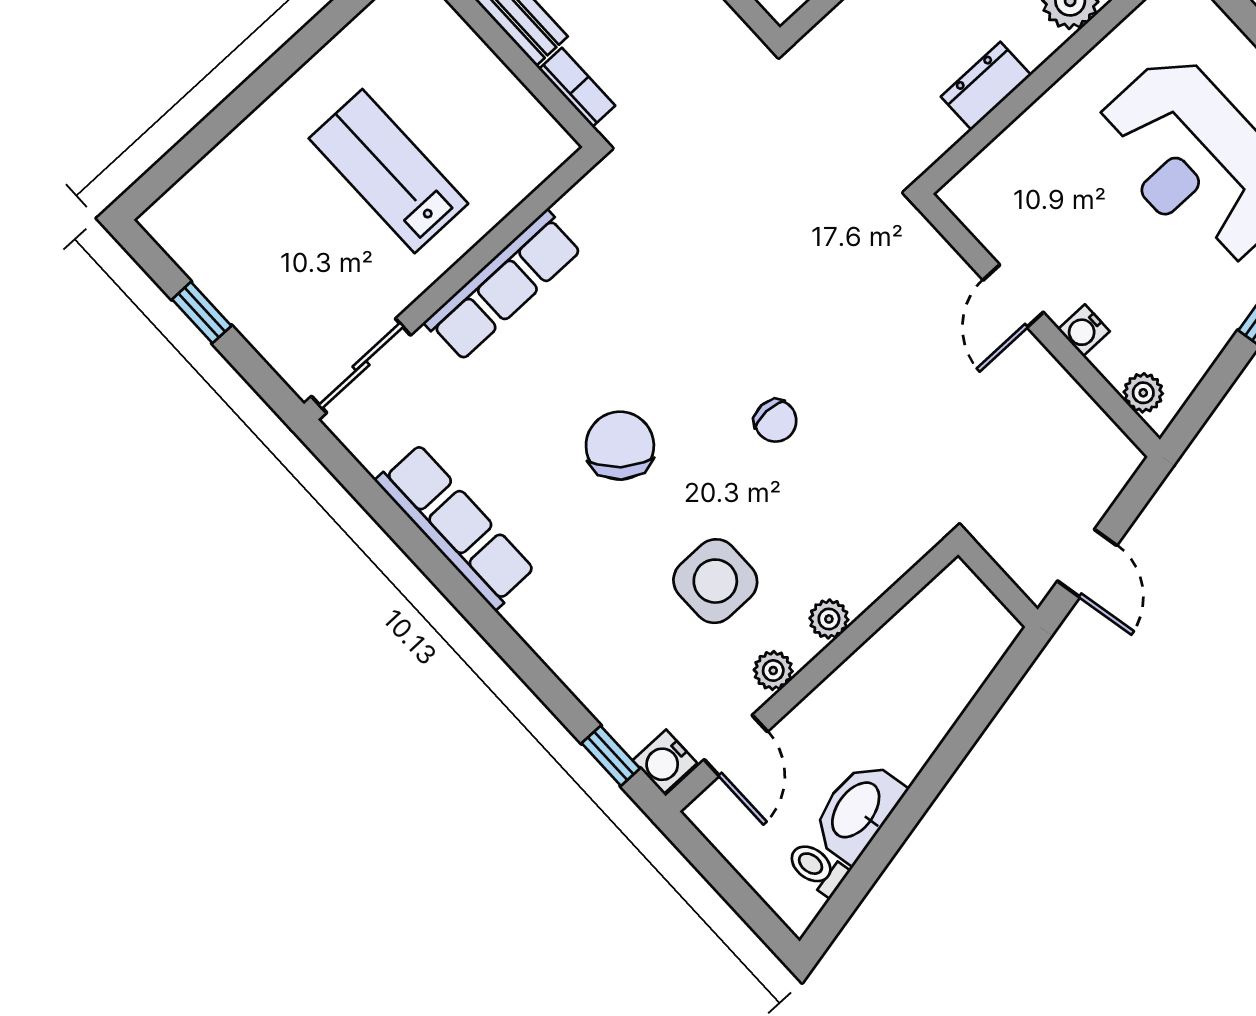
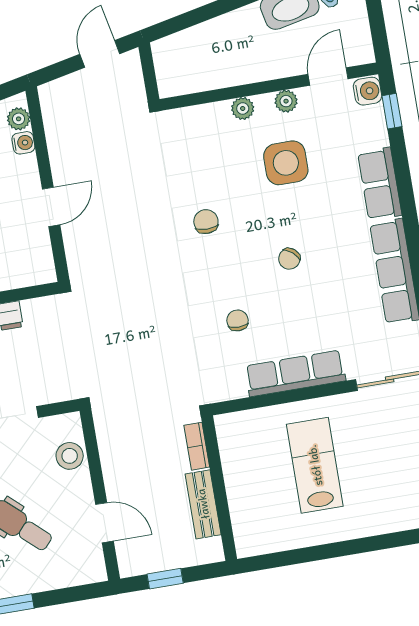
lab bench: (388, 171) -> (315, 465), turned 180
chair: (637, 308) -> (237, 320), added
water cooler: (1084, 330) -> (23, 143), moved
chair: (620, 446) -> (289, 259), width x0.54, depth x0.54
row of seats: (560, 639) -> (380, 184), added

